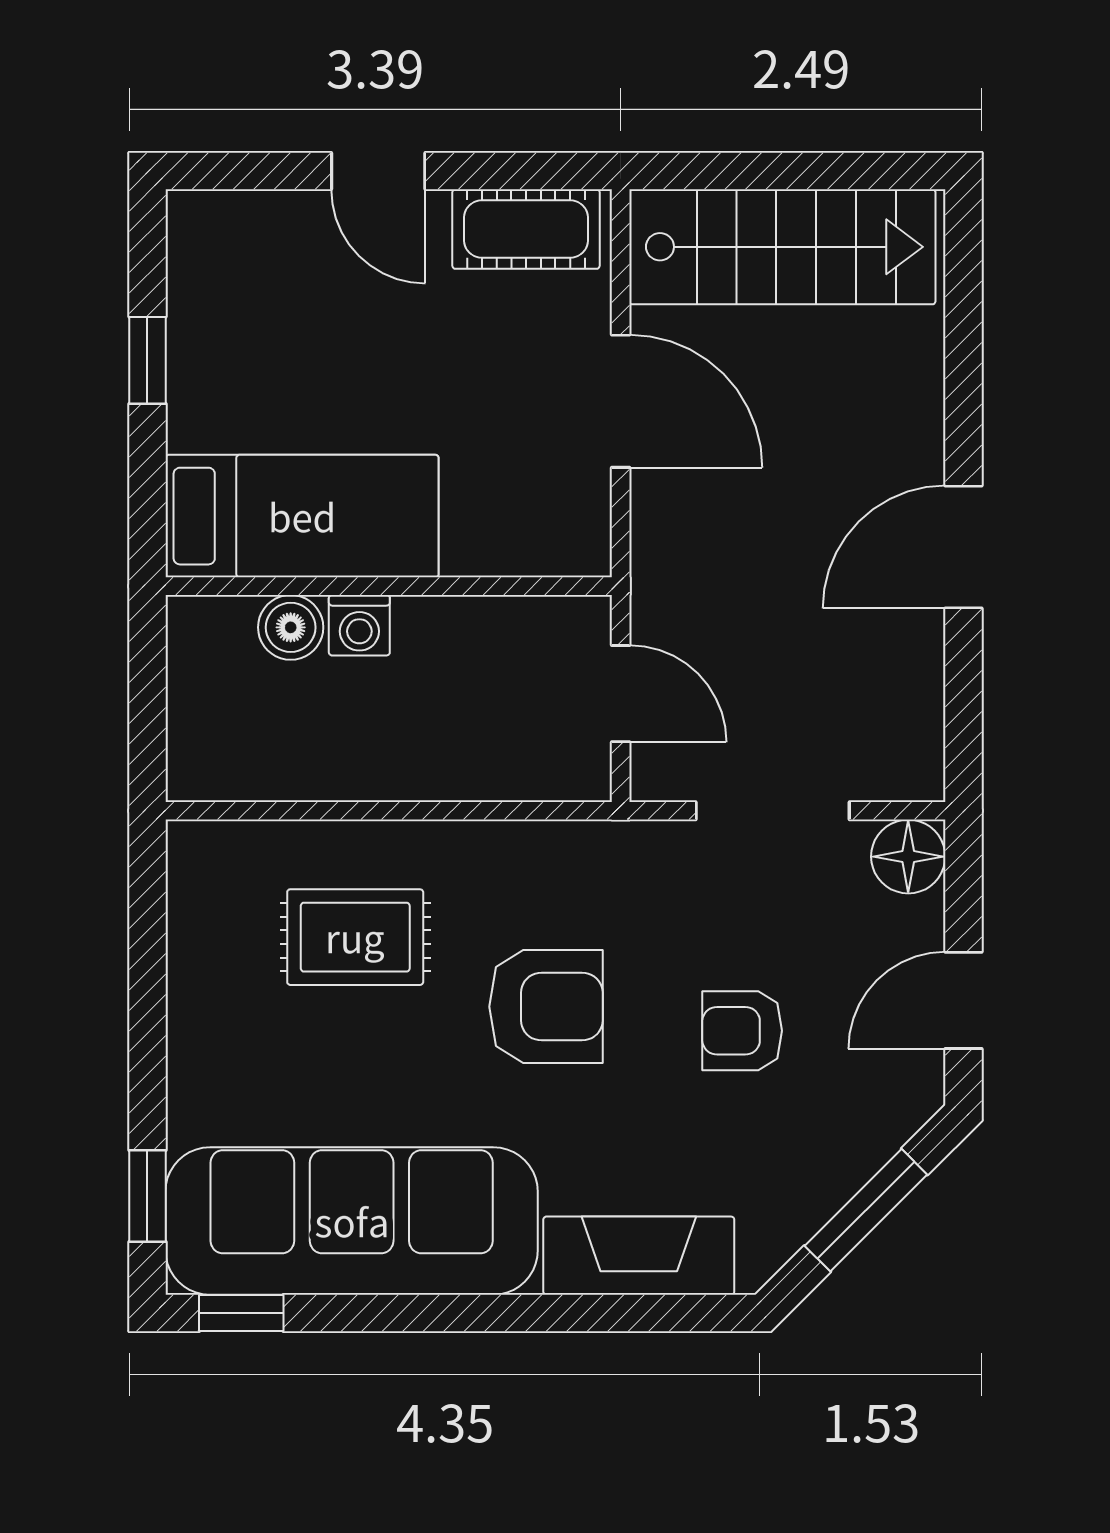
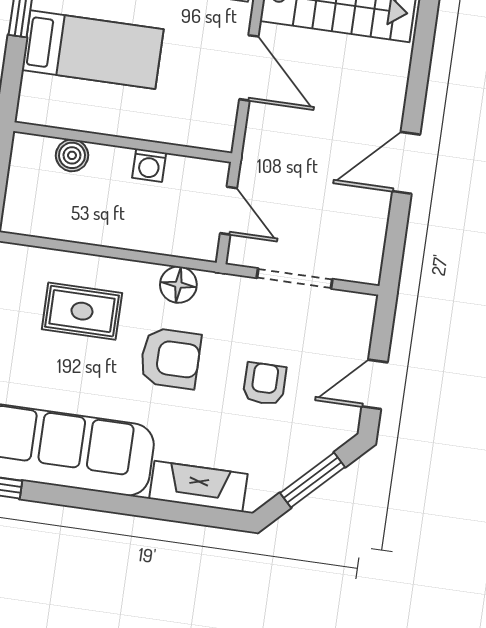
bed: (302, 516) -> (93, 50), moved
washing machine: (359, 625) -> (149, 165), moved
floor lamp: (908, 857) -> (178, 285), moved
armchair: (742, 1031) -> (265, 384), turned 90

